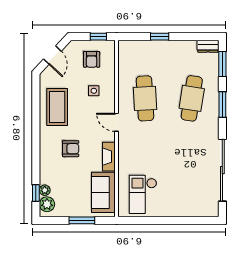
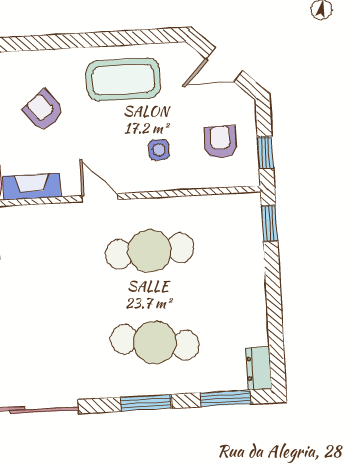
window: (160, 37) -> (269, 223), moved
armchair: (92, 59) -> (220, 142), turned 90
door: (117, 122) -> (100, 198), hinge flipped
armchair: (71, 149) -> (43, 111), turned 141

